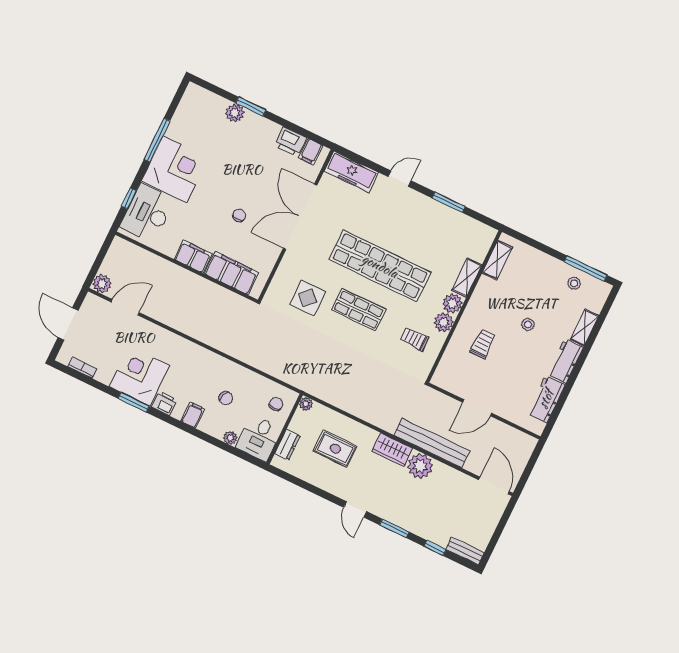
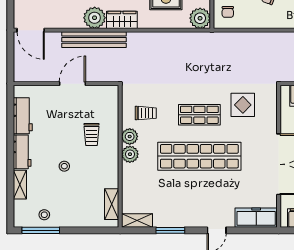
shelving: (467, 278) -> (137, 220), moved, turned 90
plant: (306, 404) -> (200, 18), width x1.87, depth x1.87

